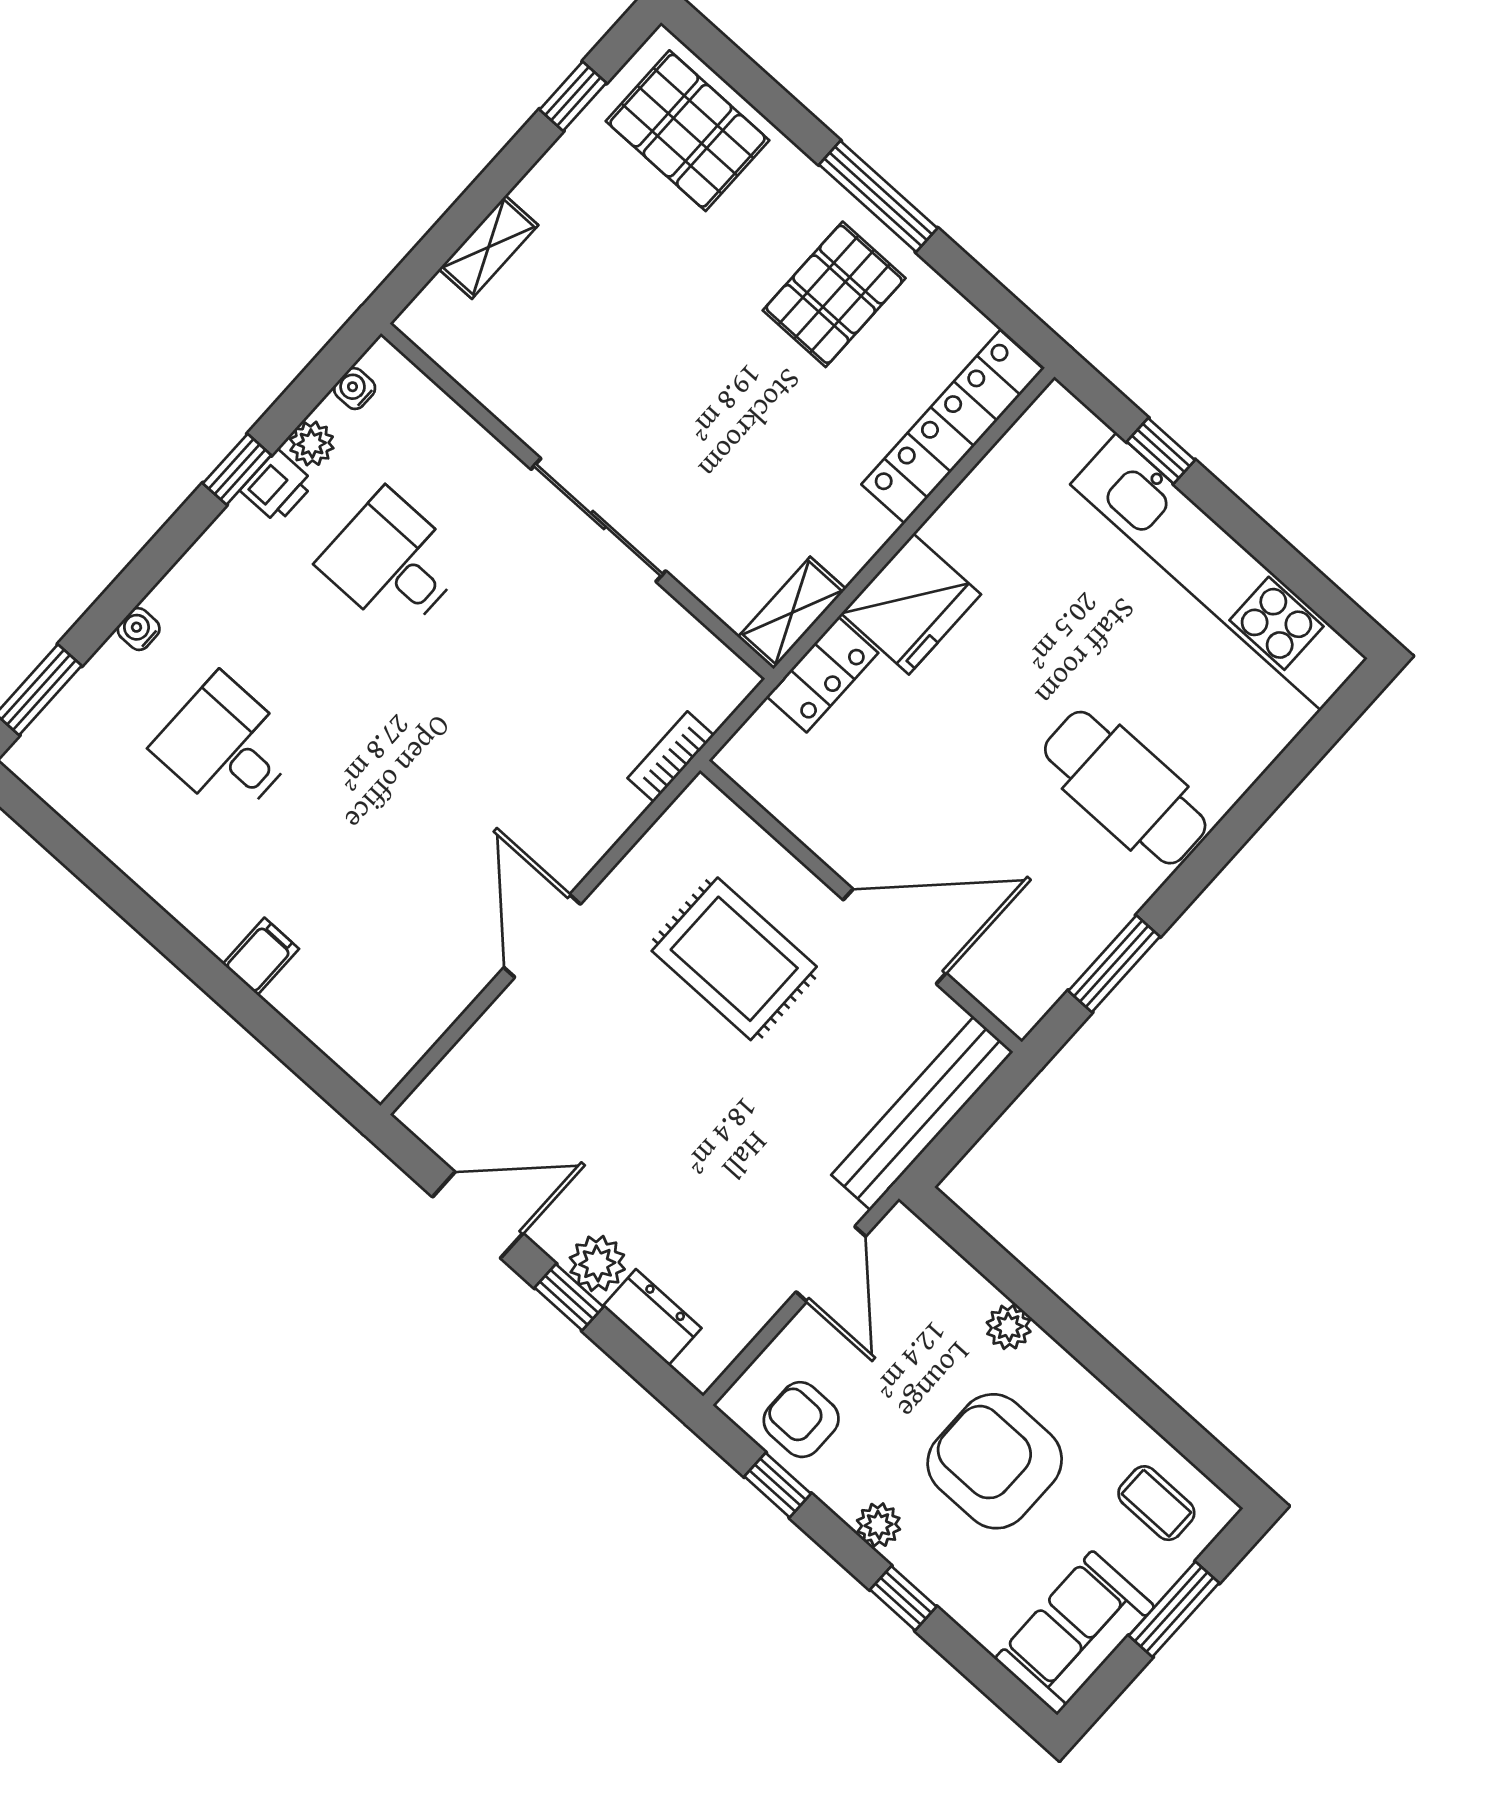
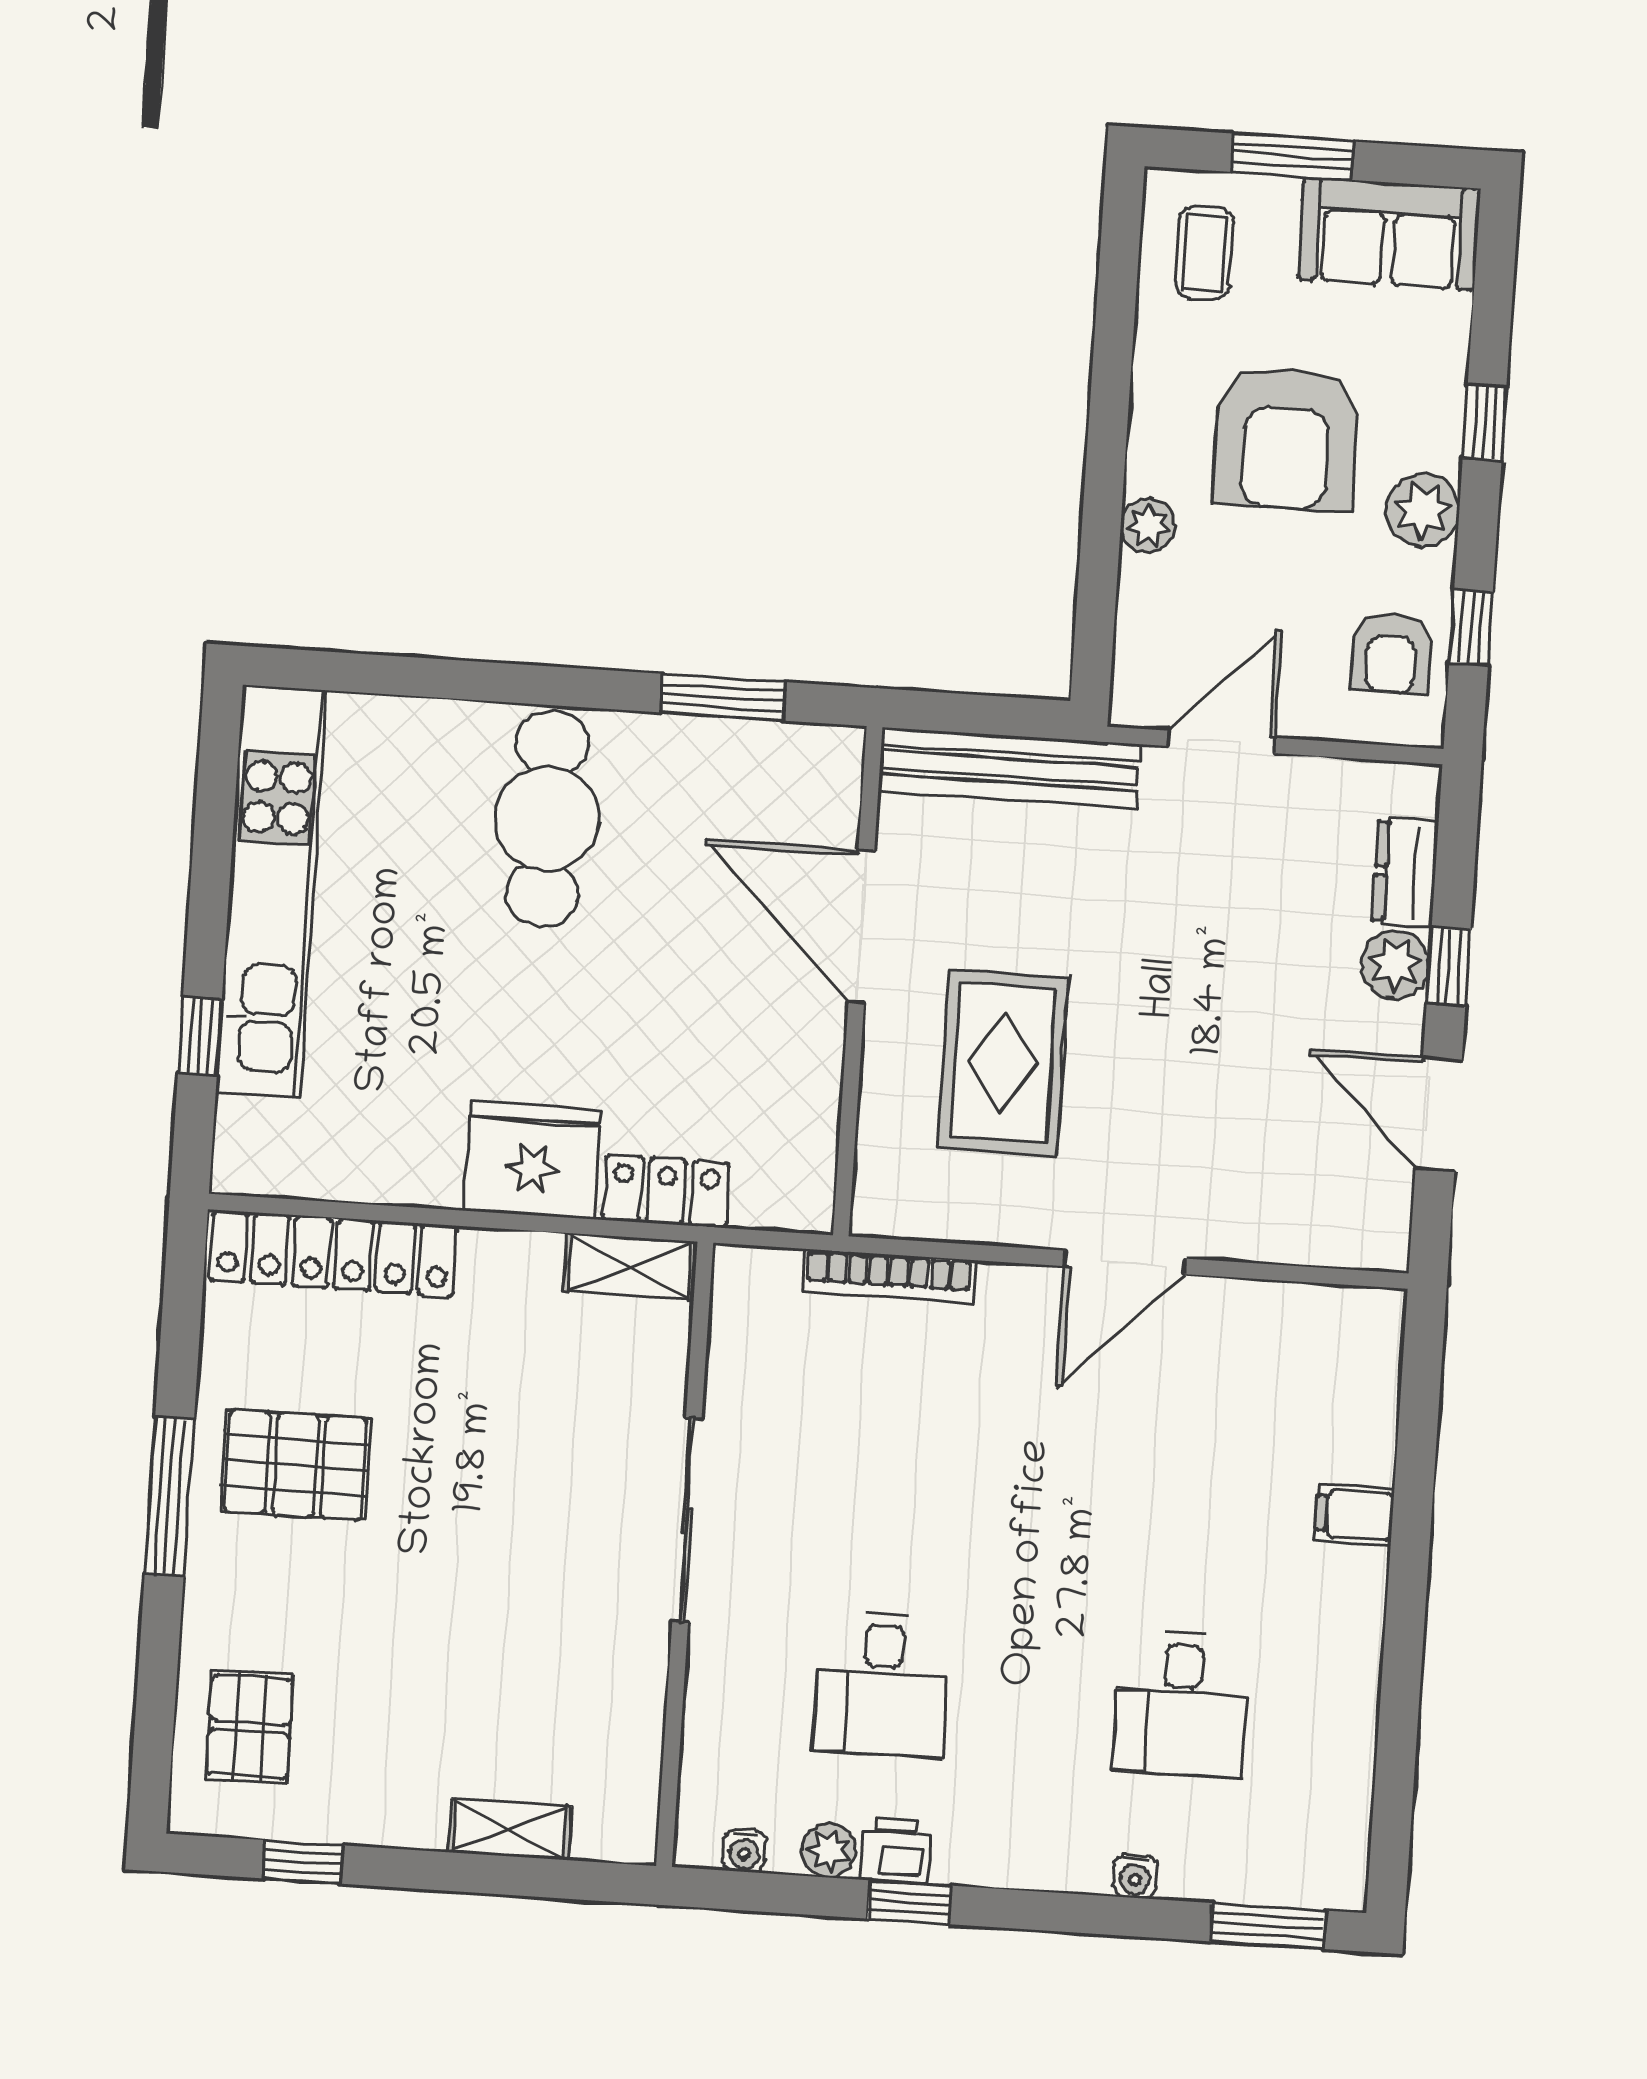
pallet: (688, 131) -> (250, 1727), width x0.67, depth x0.71
bookcase: (671, 757) -> (888, 1276), width x1.56
plant: (879, 1525) -> (1423, 510), width x1.38, depth x1.38

